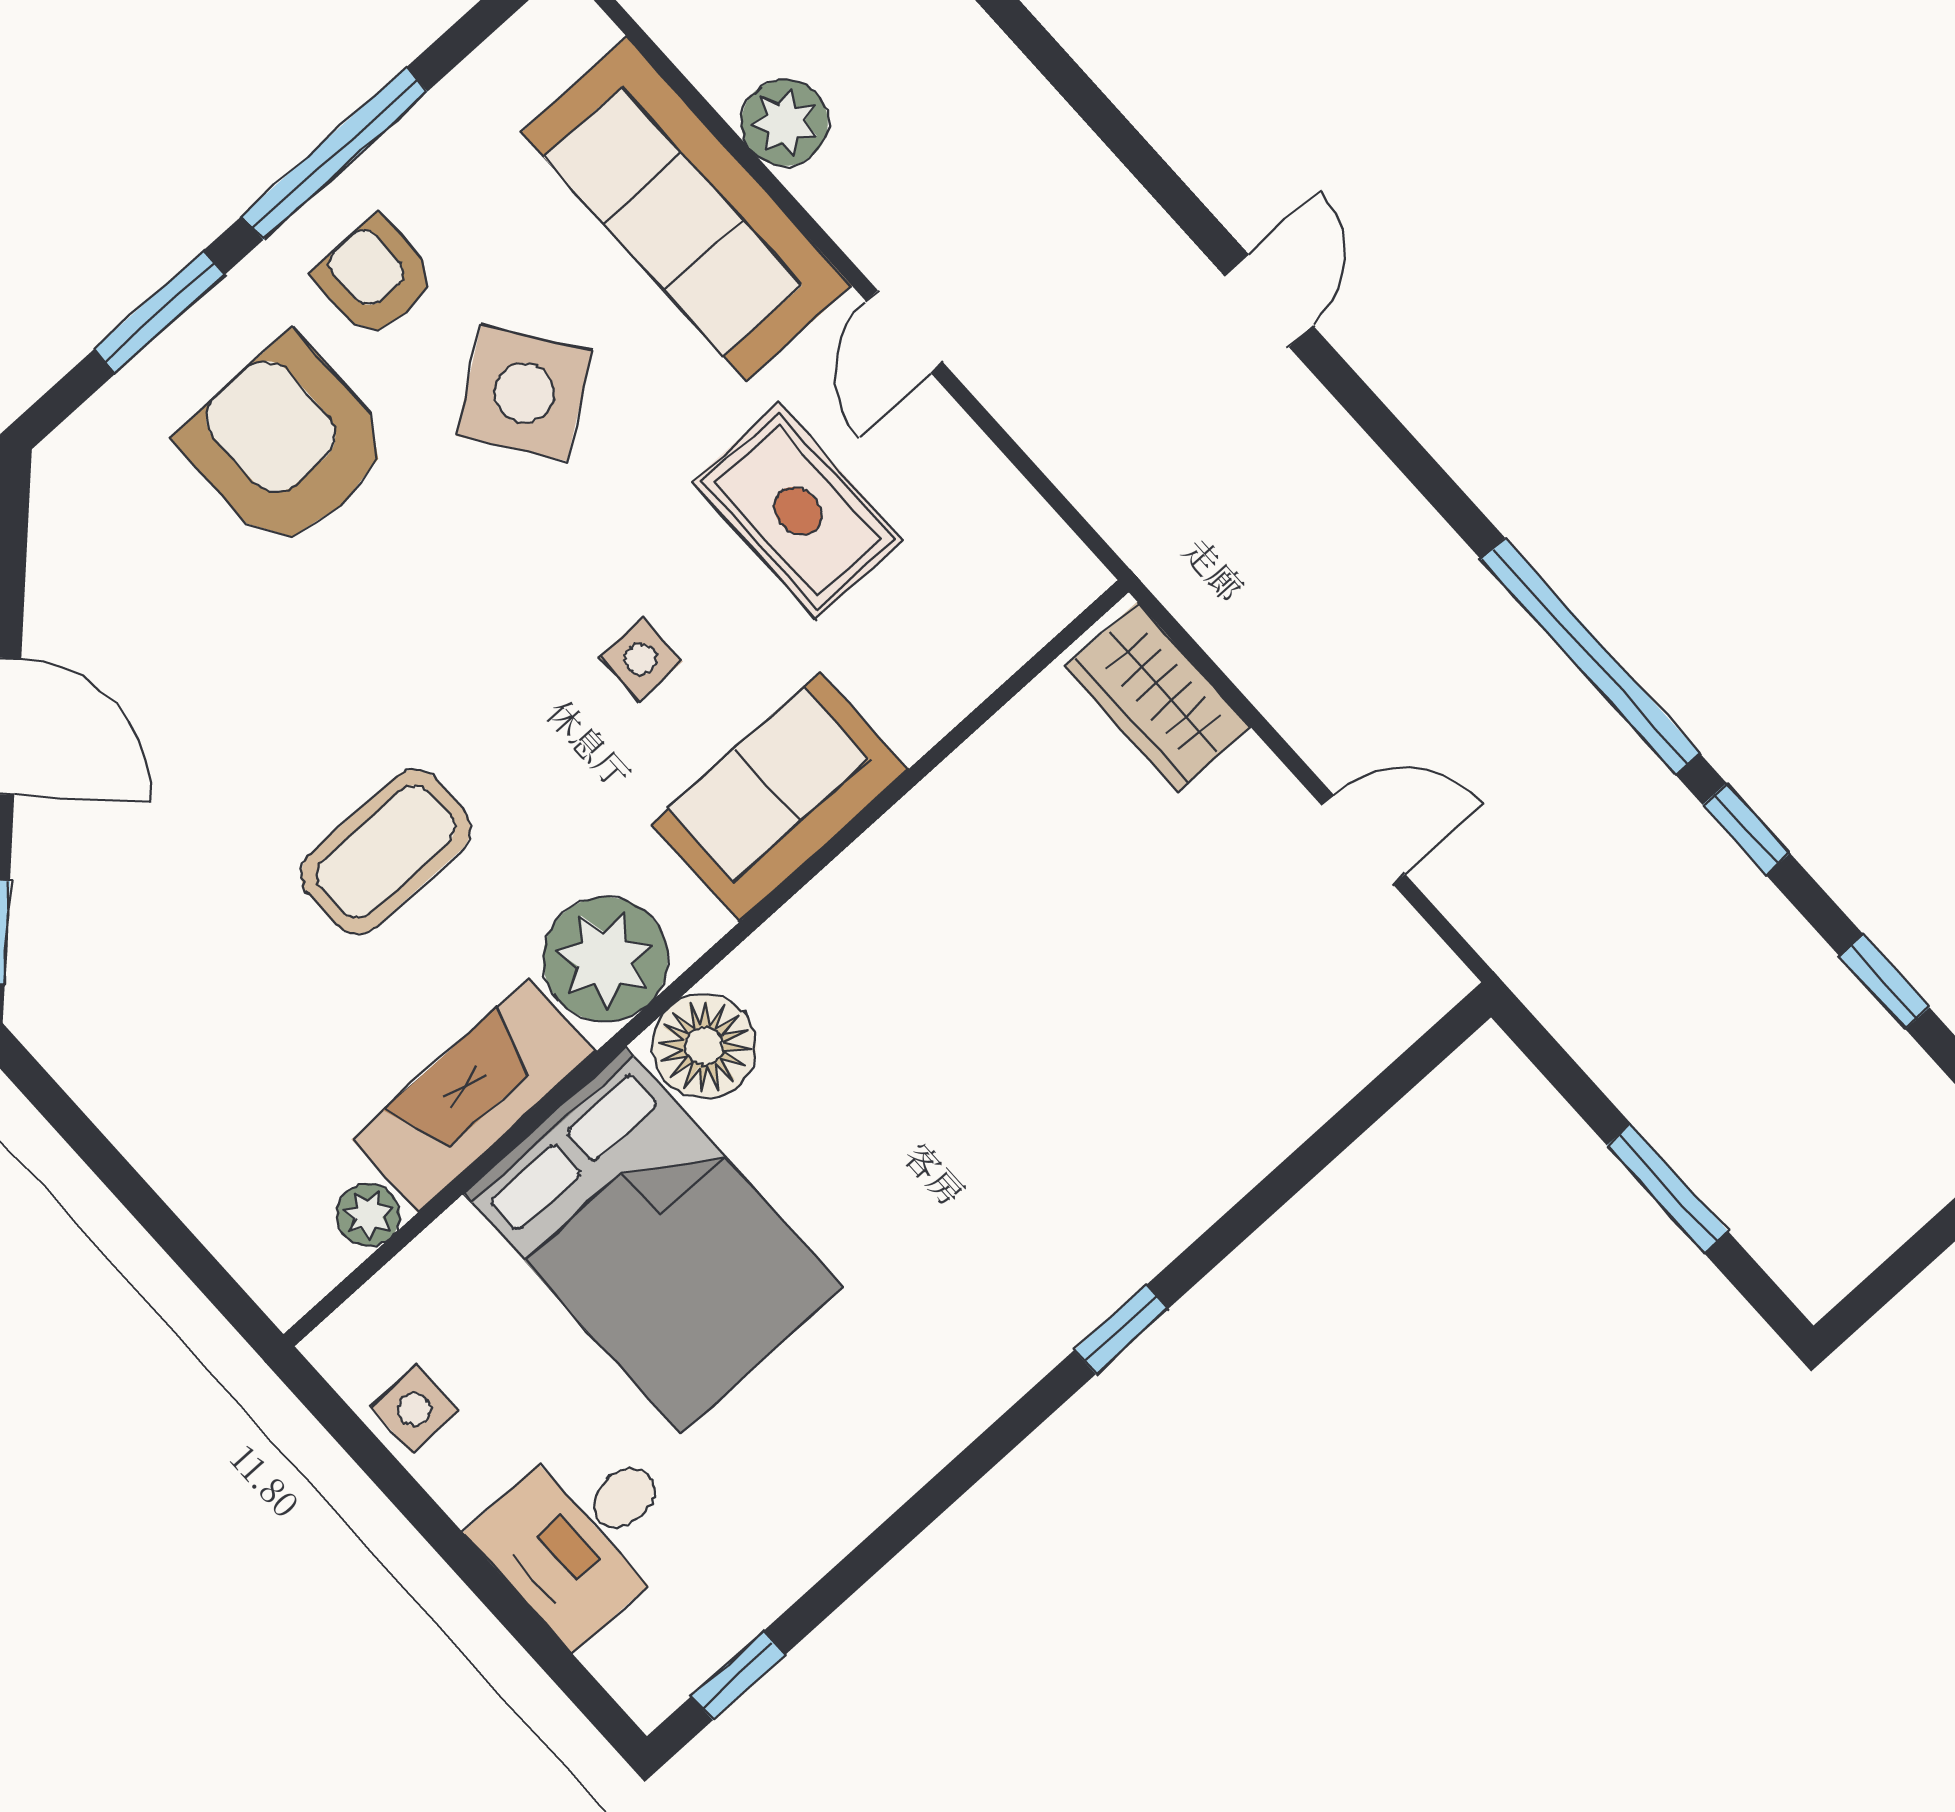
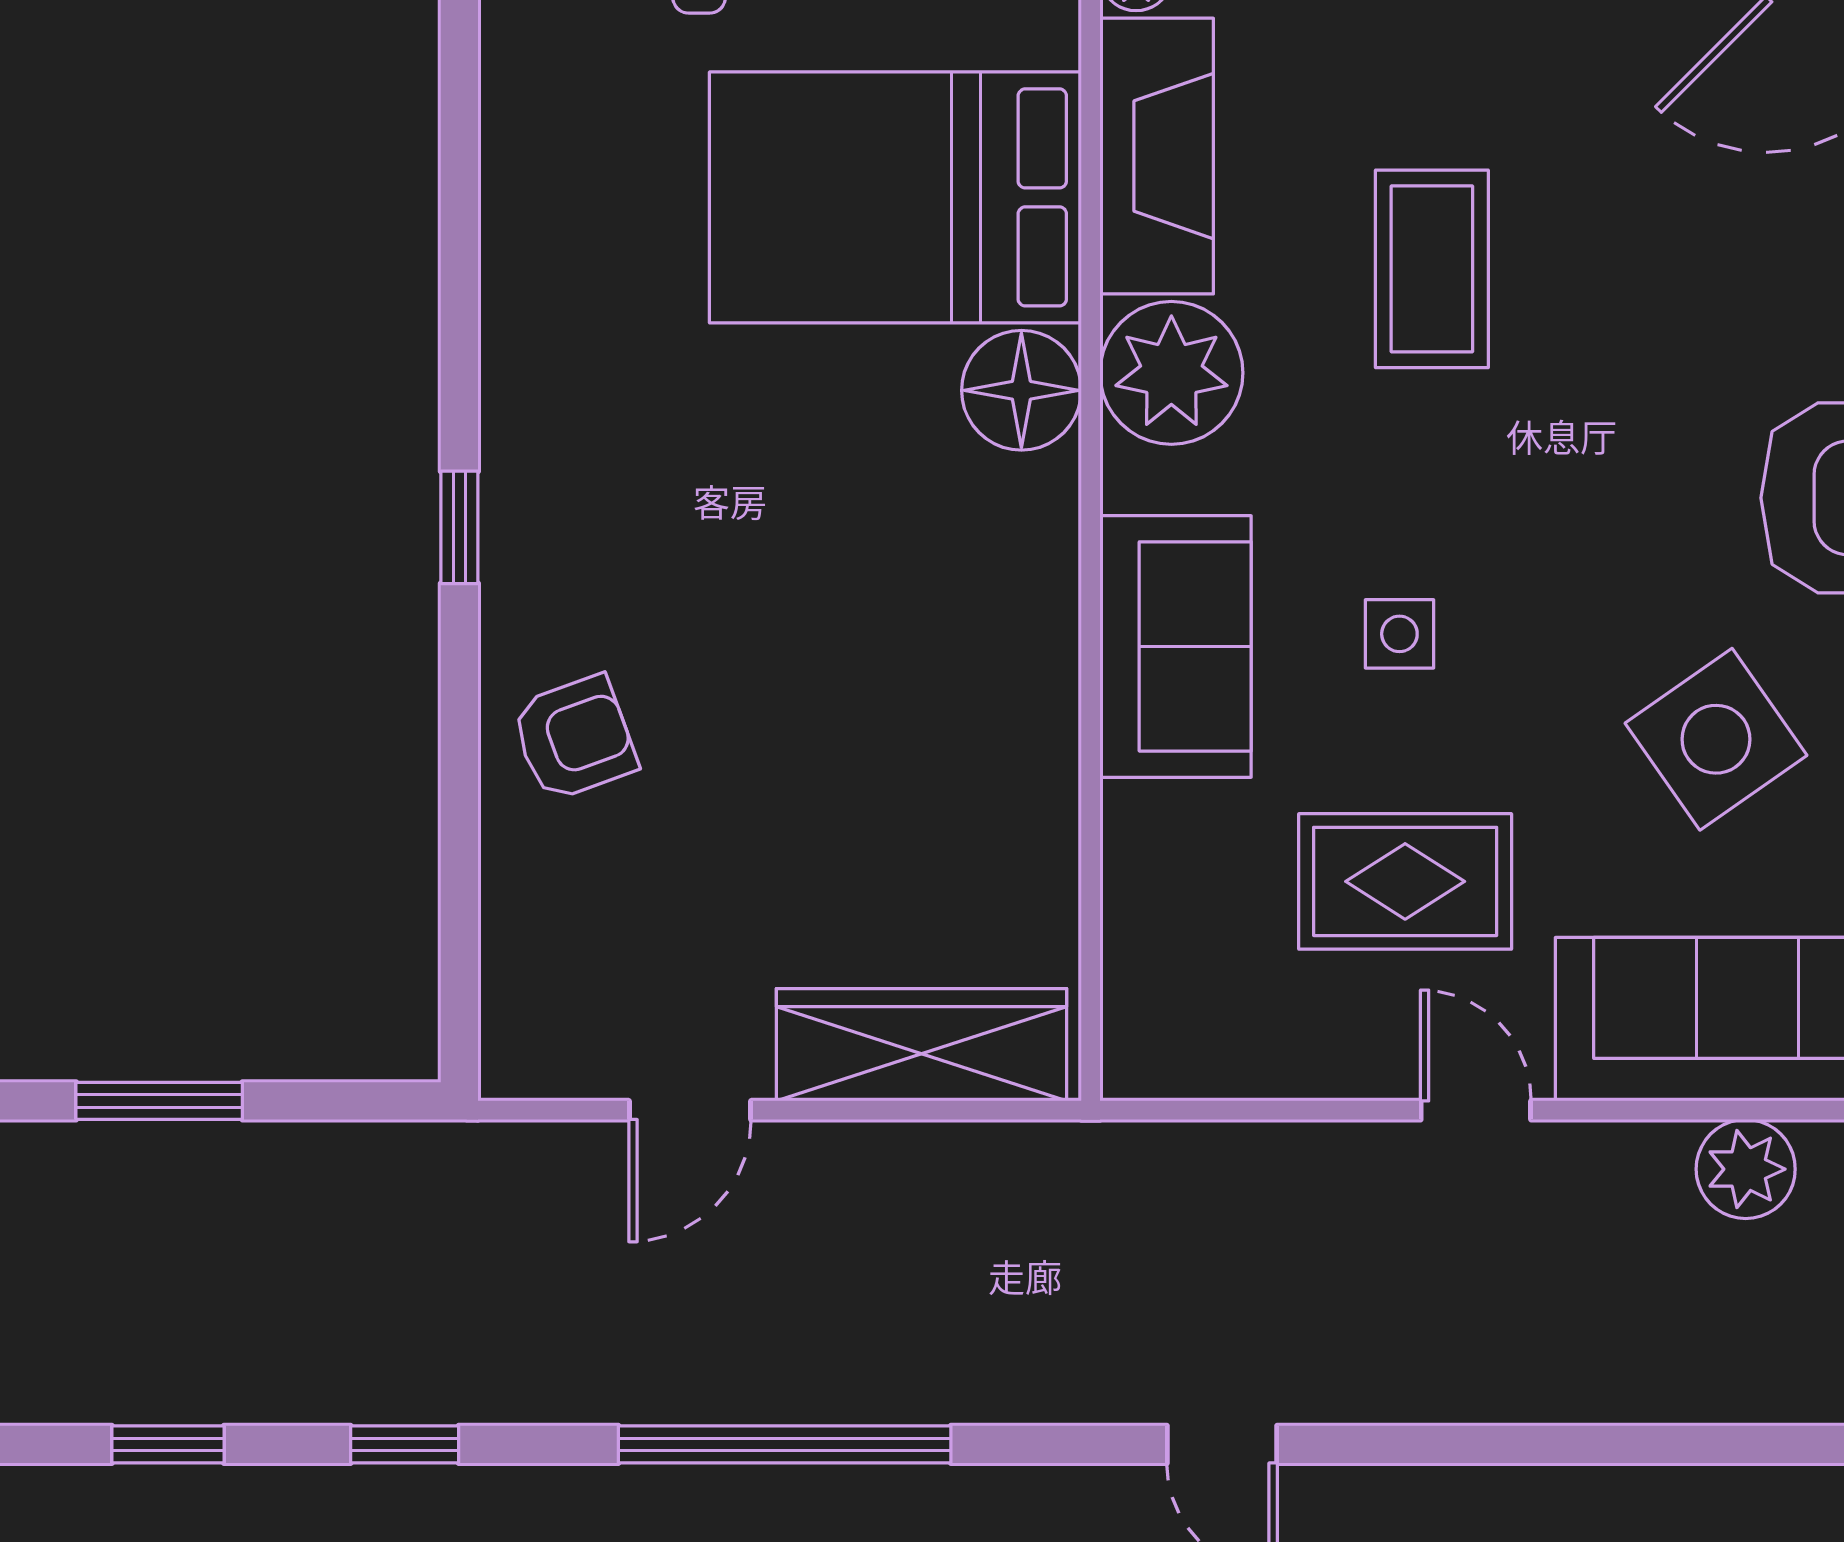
window: (1590, 656) -> (785, 1444), moved
wardrobe: (1158, 697) -> (921, 1045), width x1.50
armchair: (1190, 1132) -> (574, 738), added

